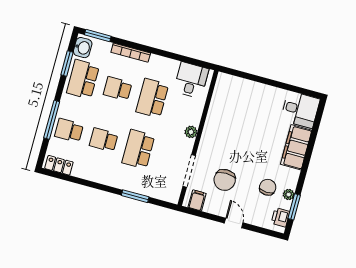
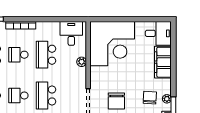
corner desk: (239, 107) -> (112, 44), added
plant: (191, 132) -> (82, 62), moved

